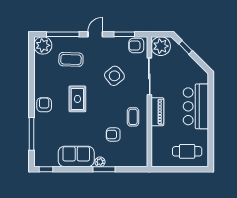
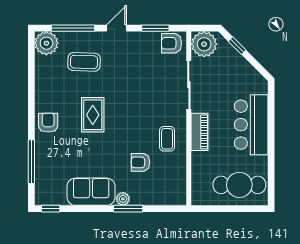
side table: (114, 76) -> (142, 84), removed
cafe table: (187, 151) -> (239, 185), width x1.37, depth x1.35

